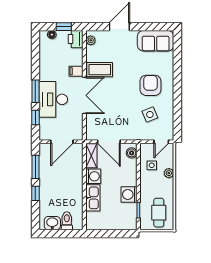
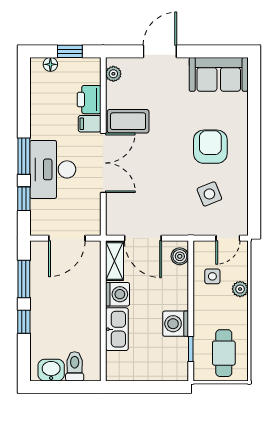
printer: (76, 39) -> (89, 100), moved

